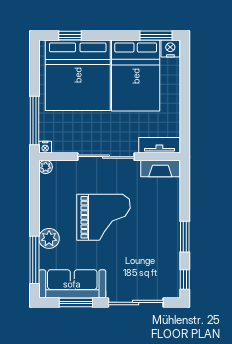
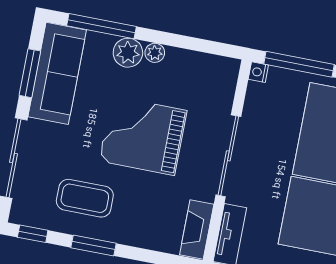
plant: (46, 167) -> (155, 53), moved
grand piano: (104, 217) -> (143, 136), turned 90
coffee table: (154, 249) -> (85, 198), added

